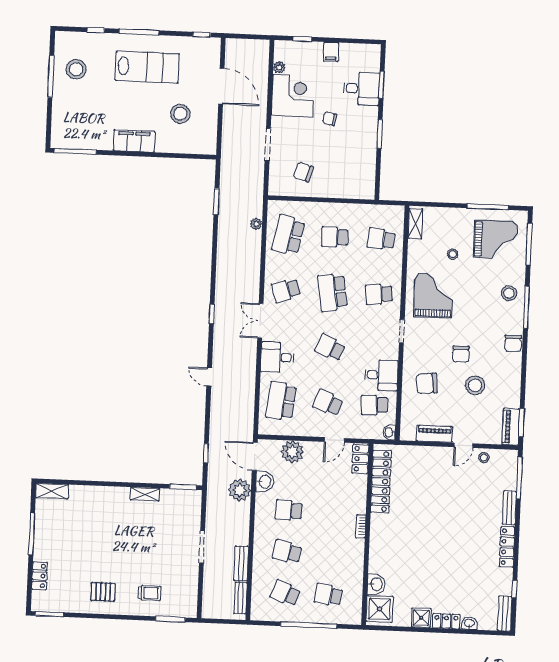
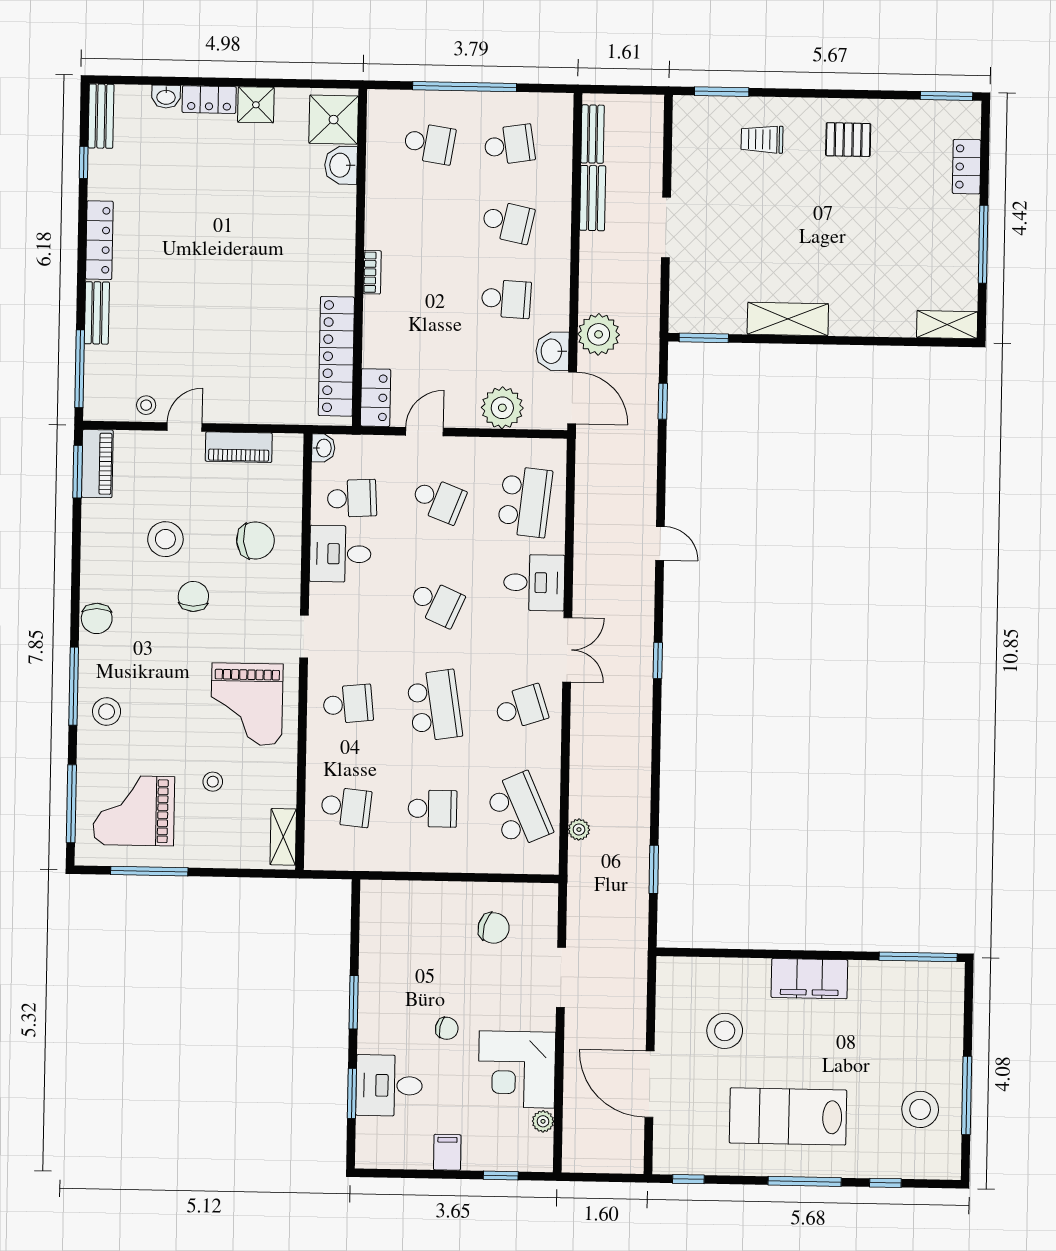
school desk: (288, 235) -> (519, 810), turned -36
chair: (513, 343) -> (97, 618), turned 180
shelving: (145, 494) -> (788, 319), width x1.50, depth x1.33
school desk: (285, 593) -> (509, 145), turned -30

